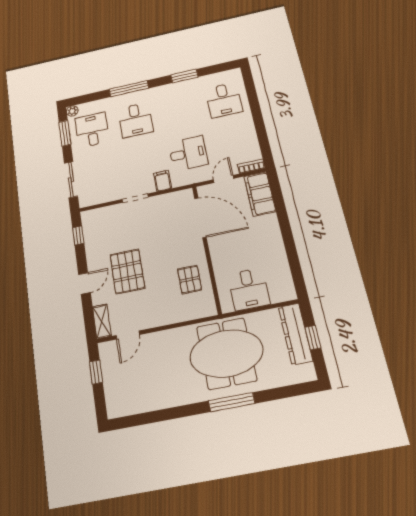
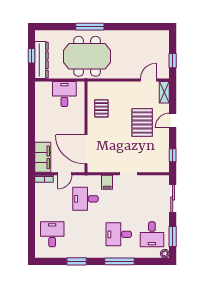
desk: (135, 120) -> (119, 234), turned -90

